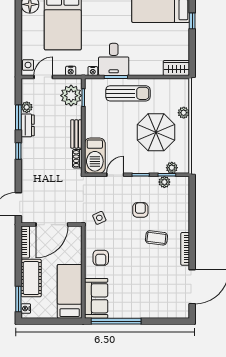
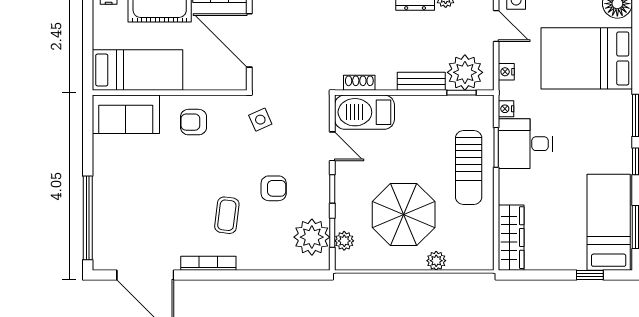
wardrobe: (176, 68) -> (511, 238), width x1.50
bench: (76, 134) -> (421, 81), moved
plant: (164, 182) -> (312, 237), width x1.87, depth x1.87
window: (116, 321) -> (88, 218), moved

